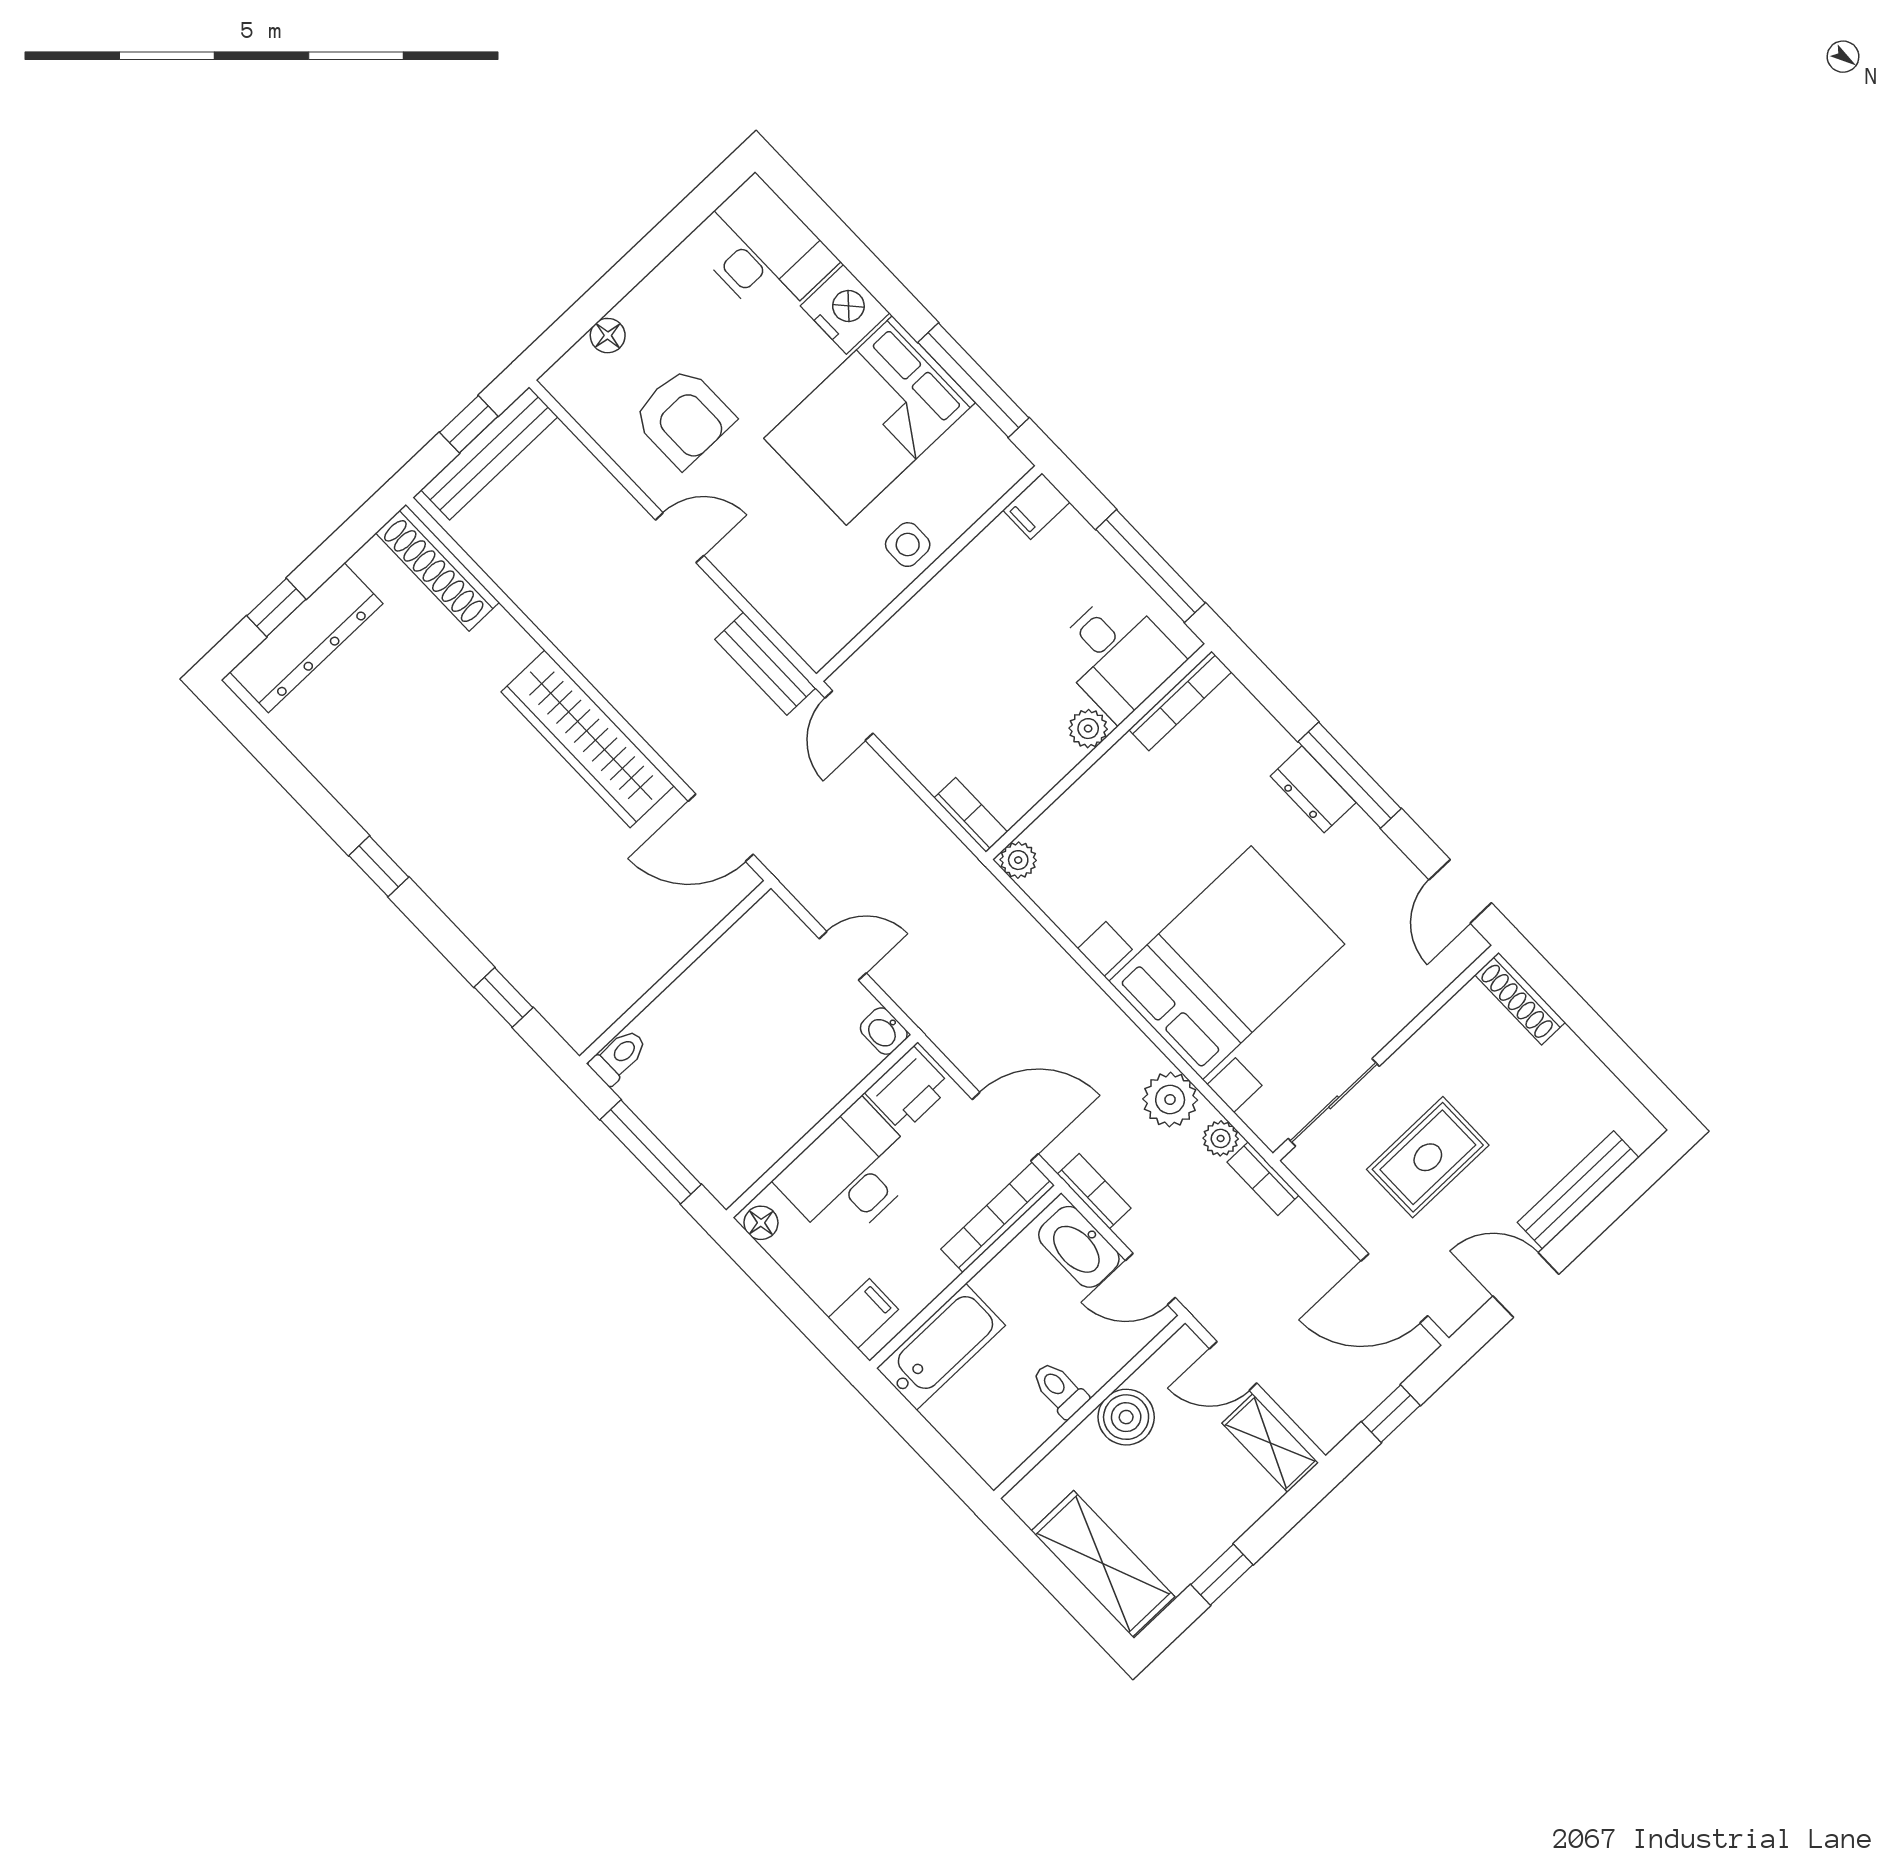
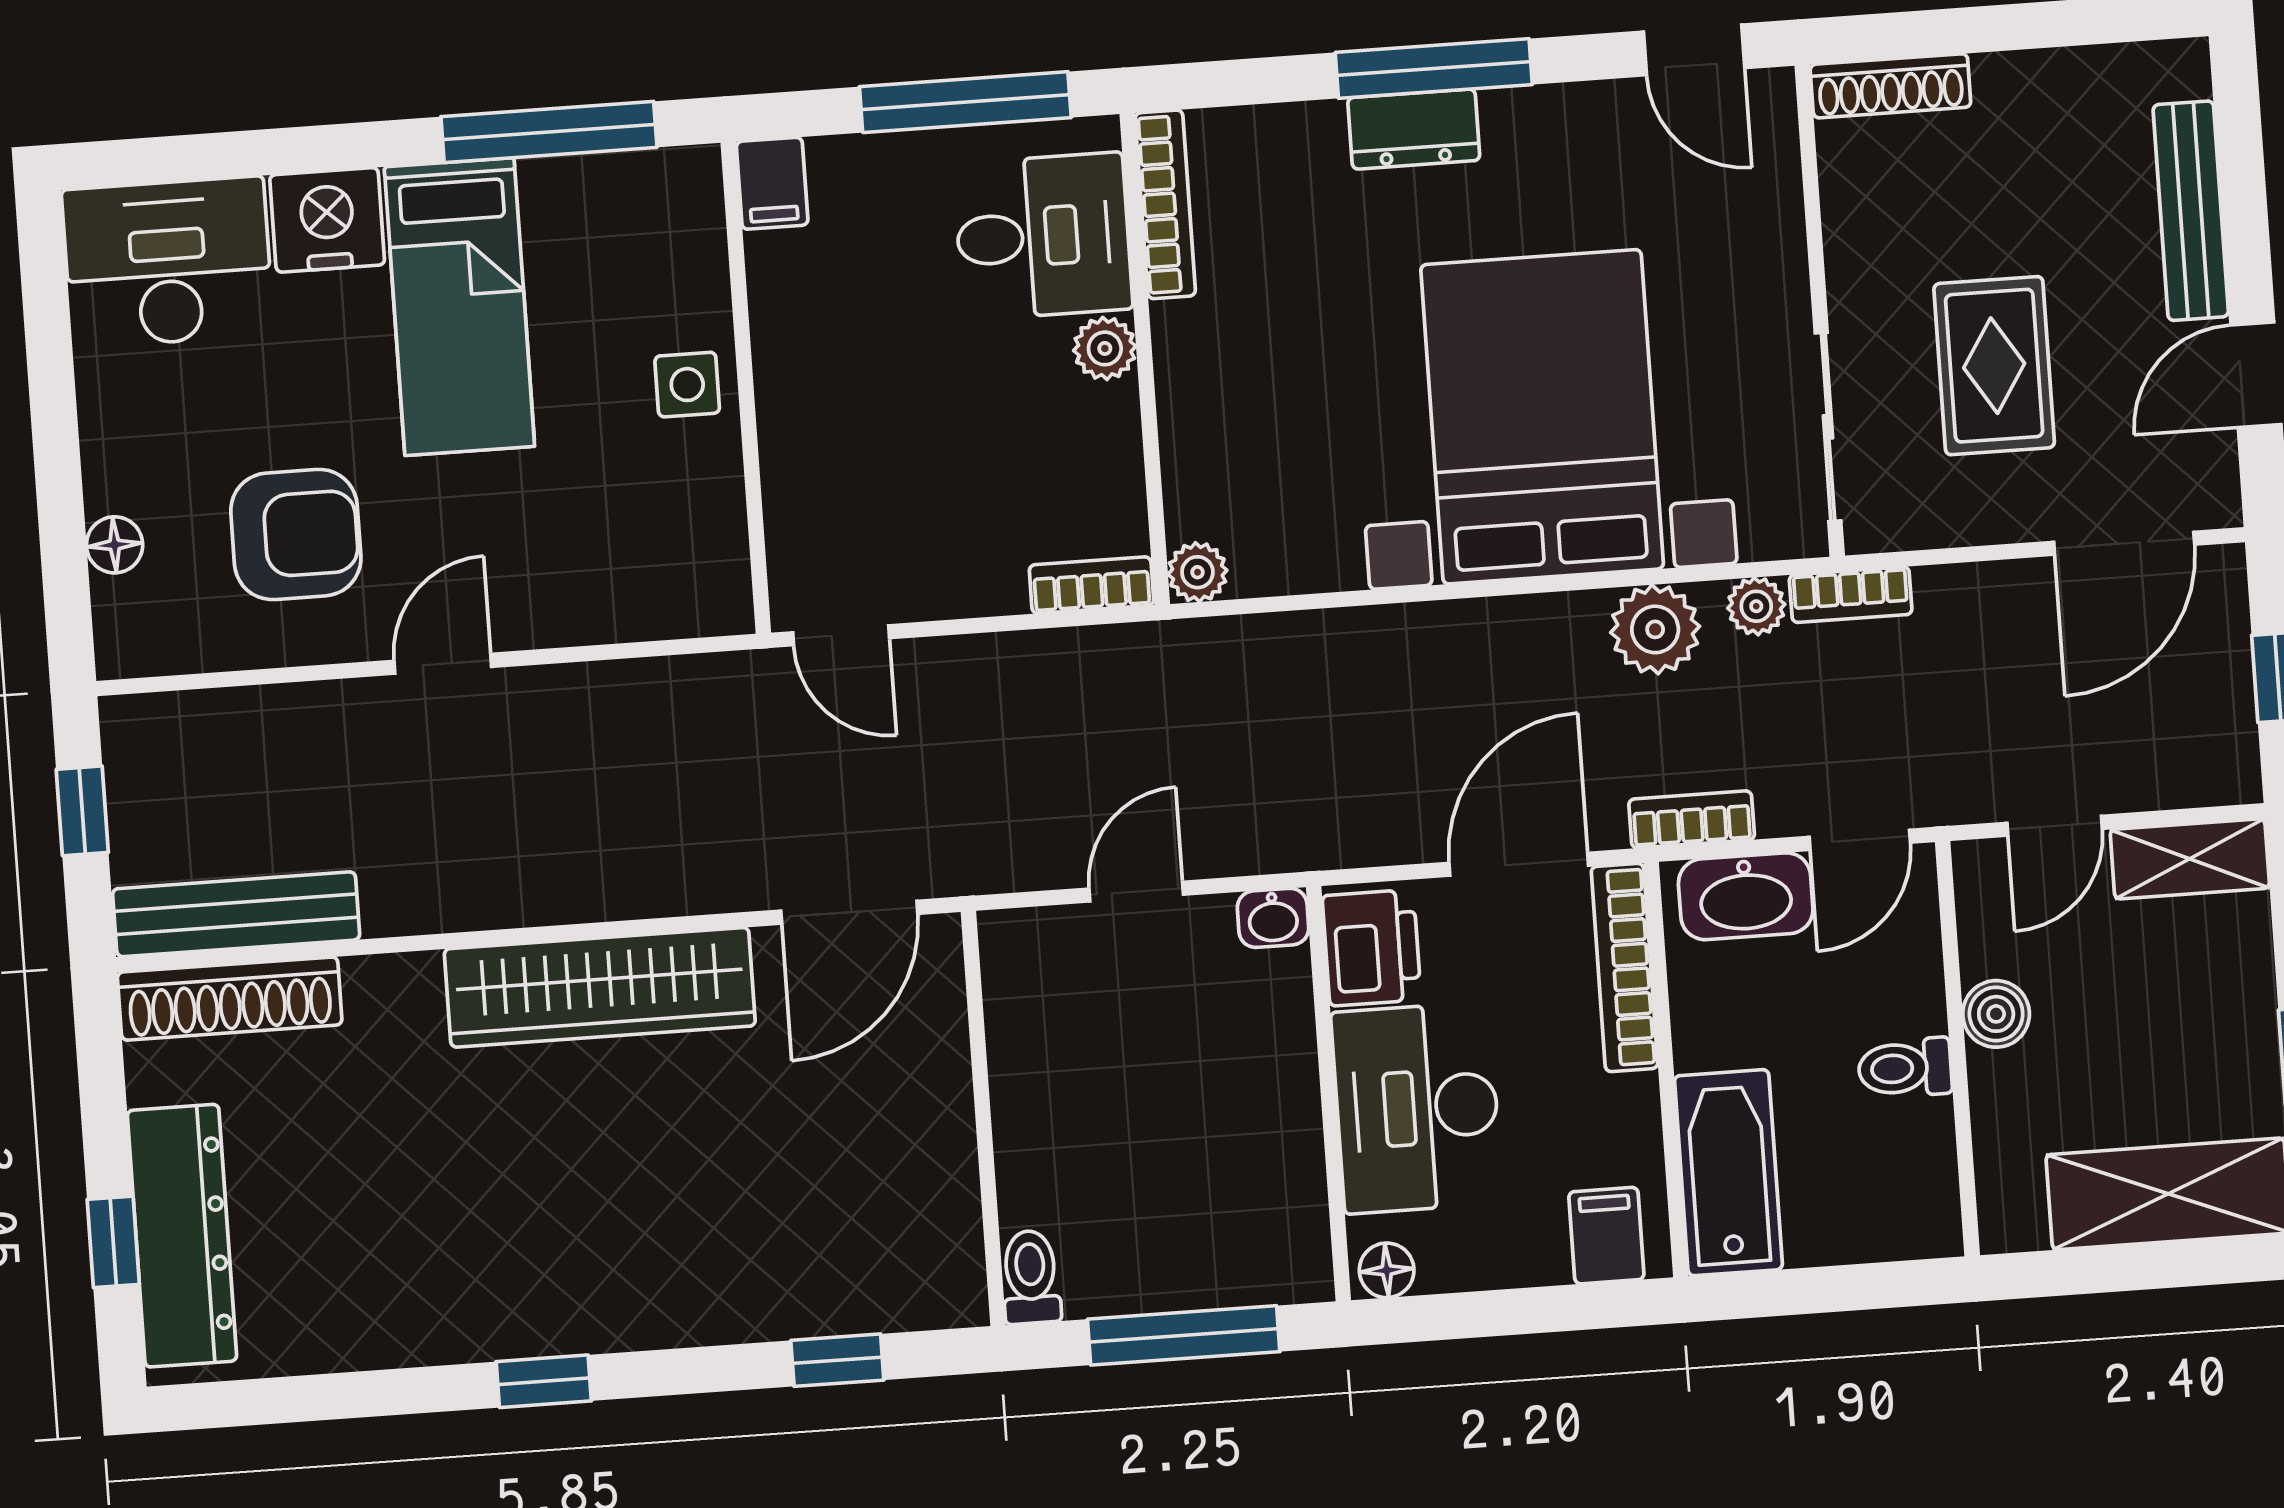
bed: (869, 420) -> (459, 307), width x0.67
bench: (489, 453) -> (236, 914), moved, turned 90
bench: (765, 664) -> (689, 686), removed
boiler: (1126, 1417) -> (1996, 1014), width x0.73, depth x0.73

